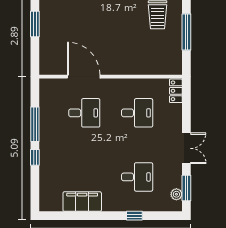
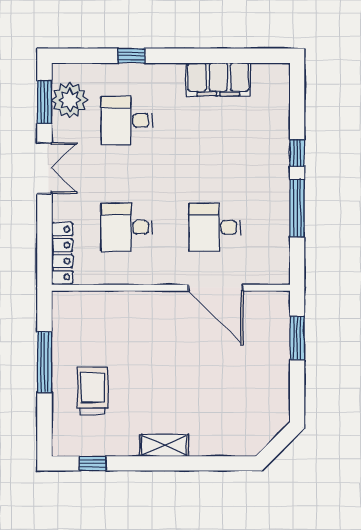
window: (35, 24) -> (297, 338), moved
locker: (176, 91) -> (62, 253), width x1.53
double door: (186, 148) -> (44, 168), swing flipped
plant: (176, 194) -> (70, 100), width x1.88, depth x1.88

